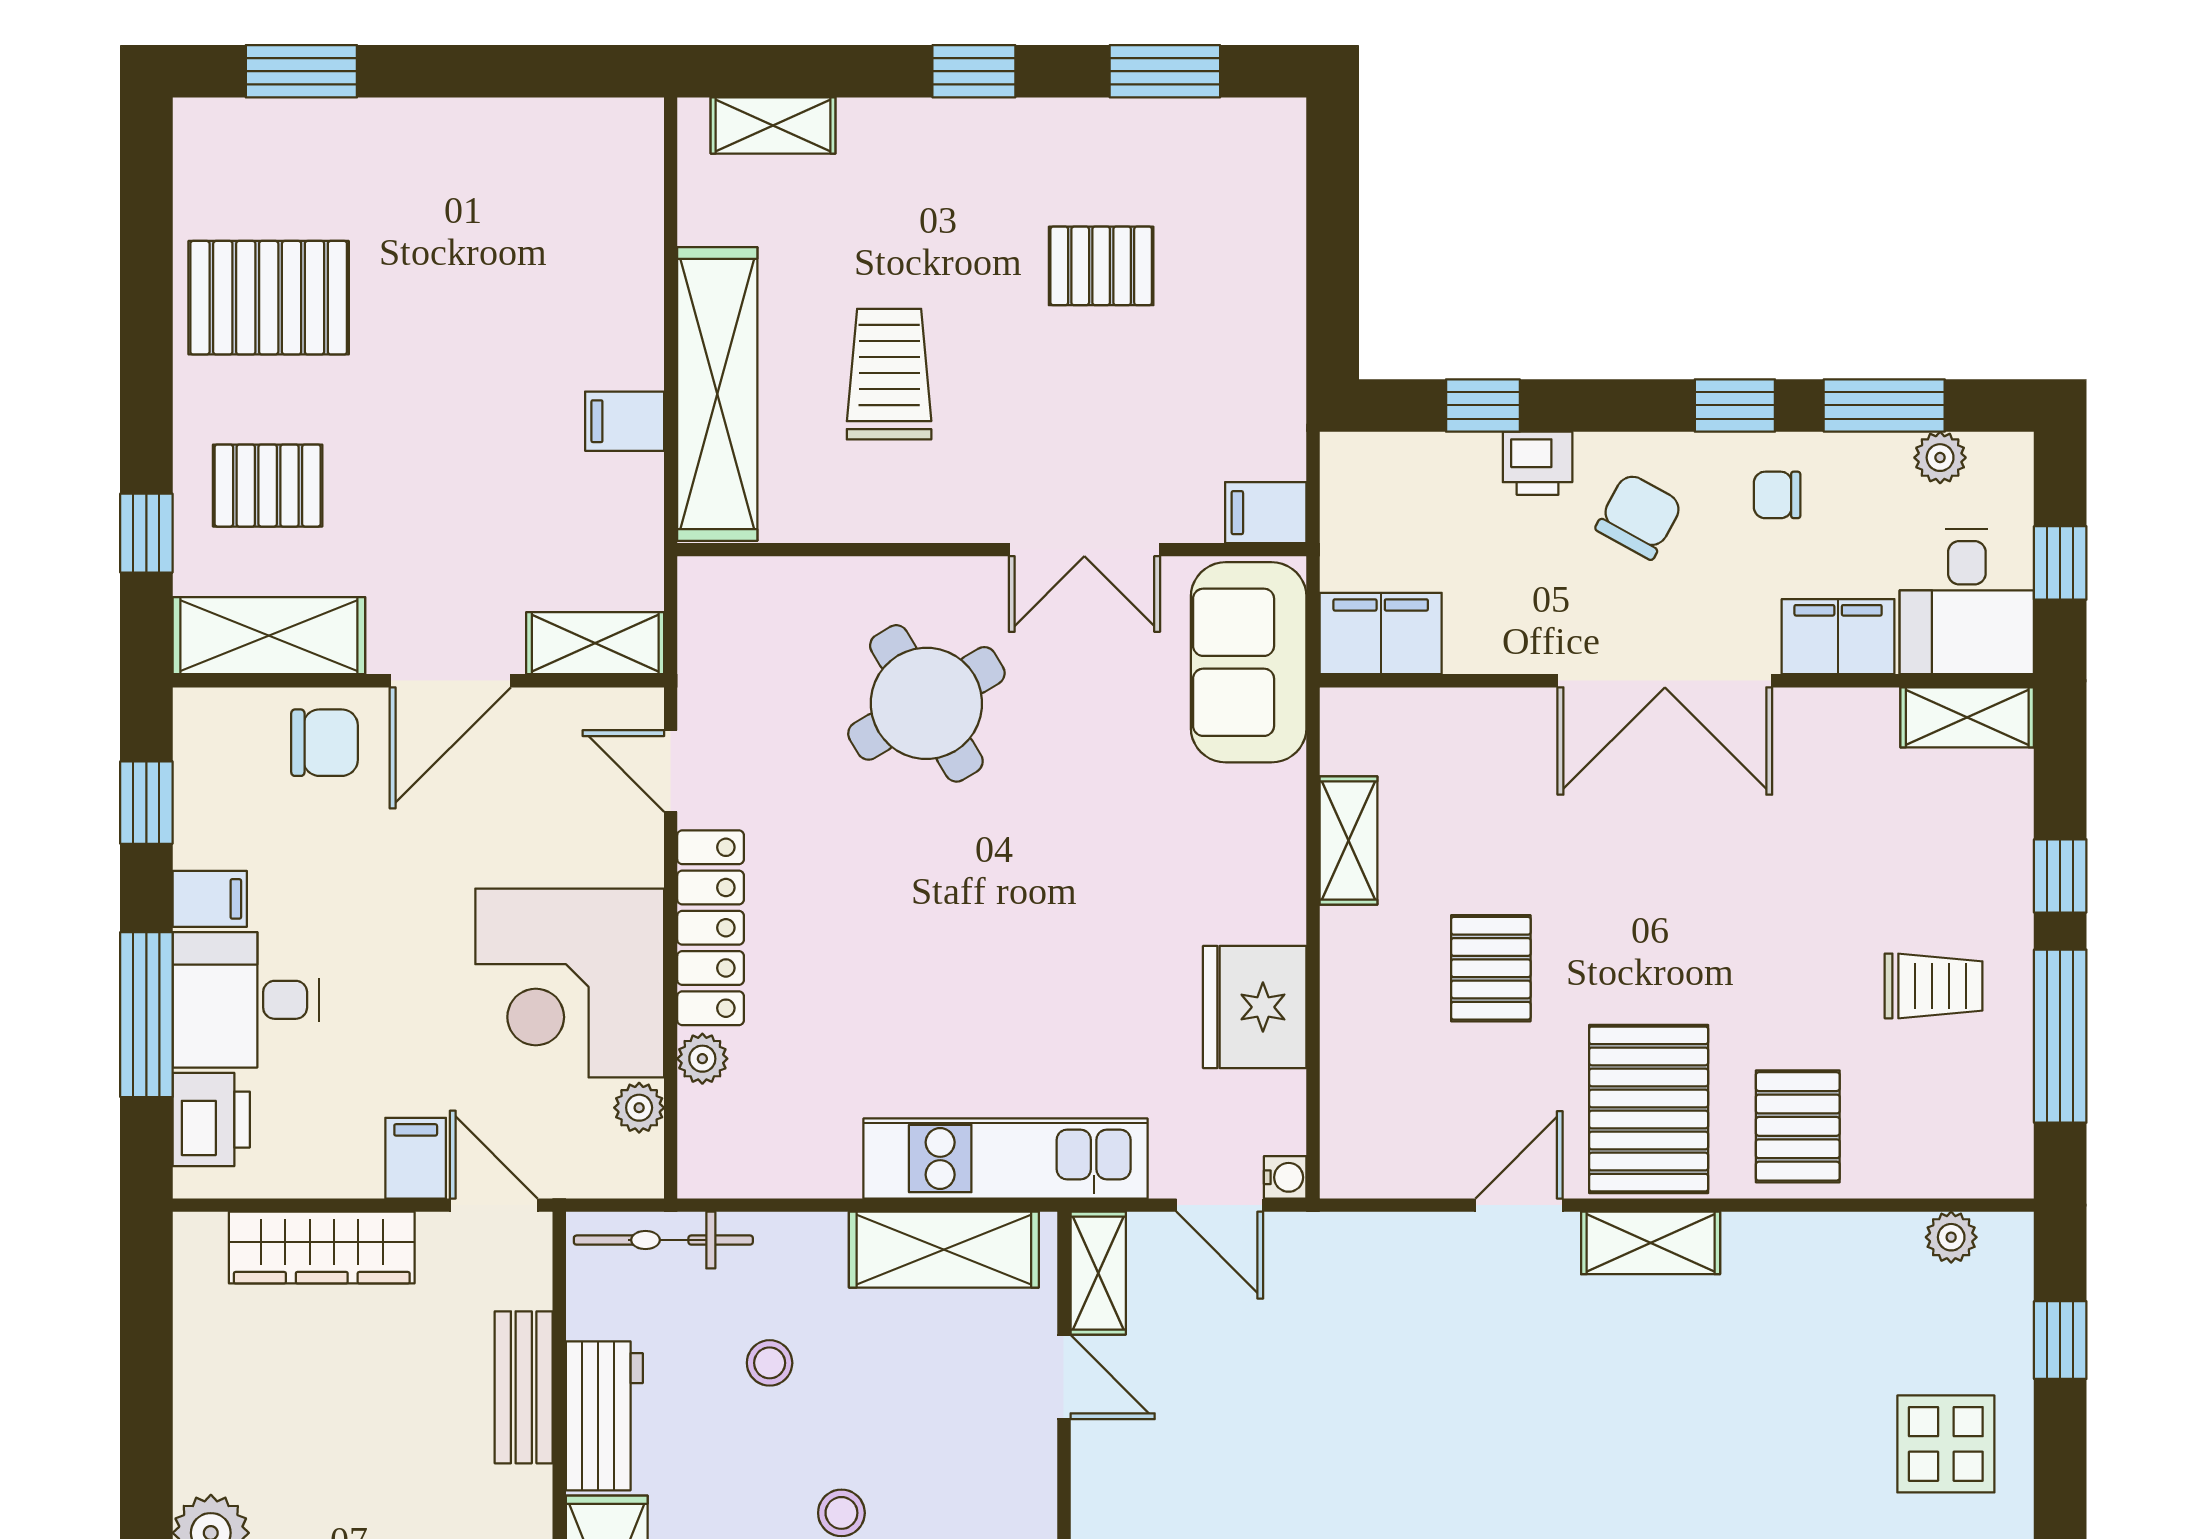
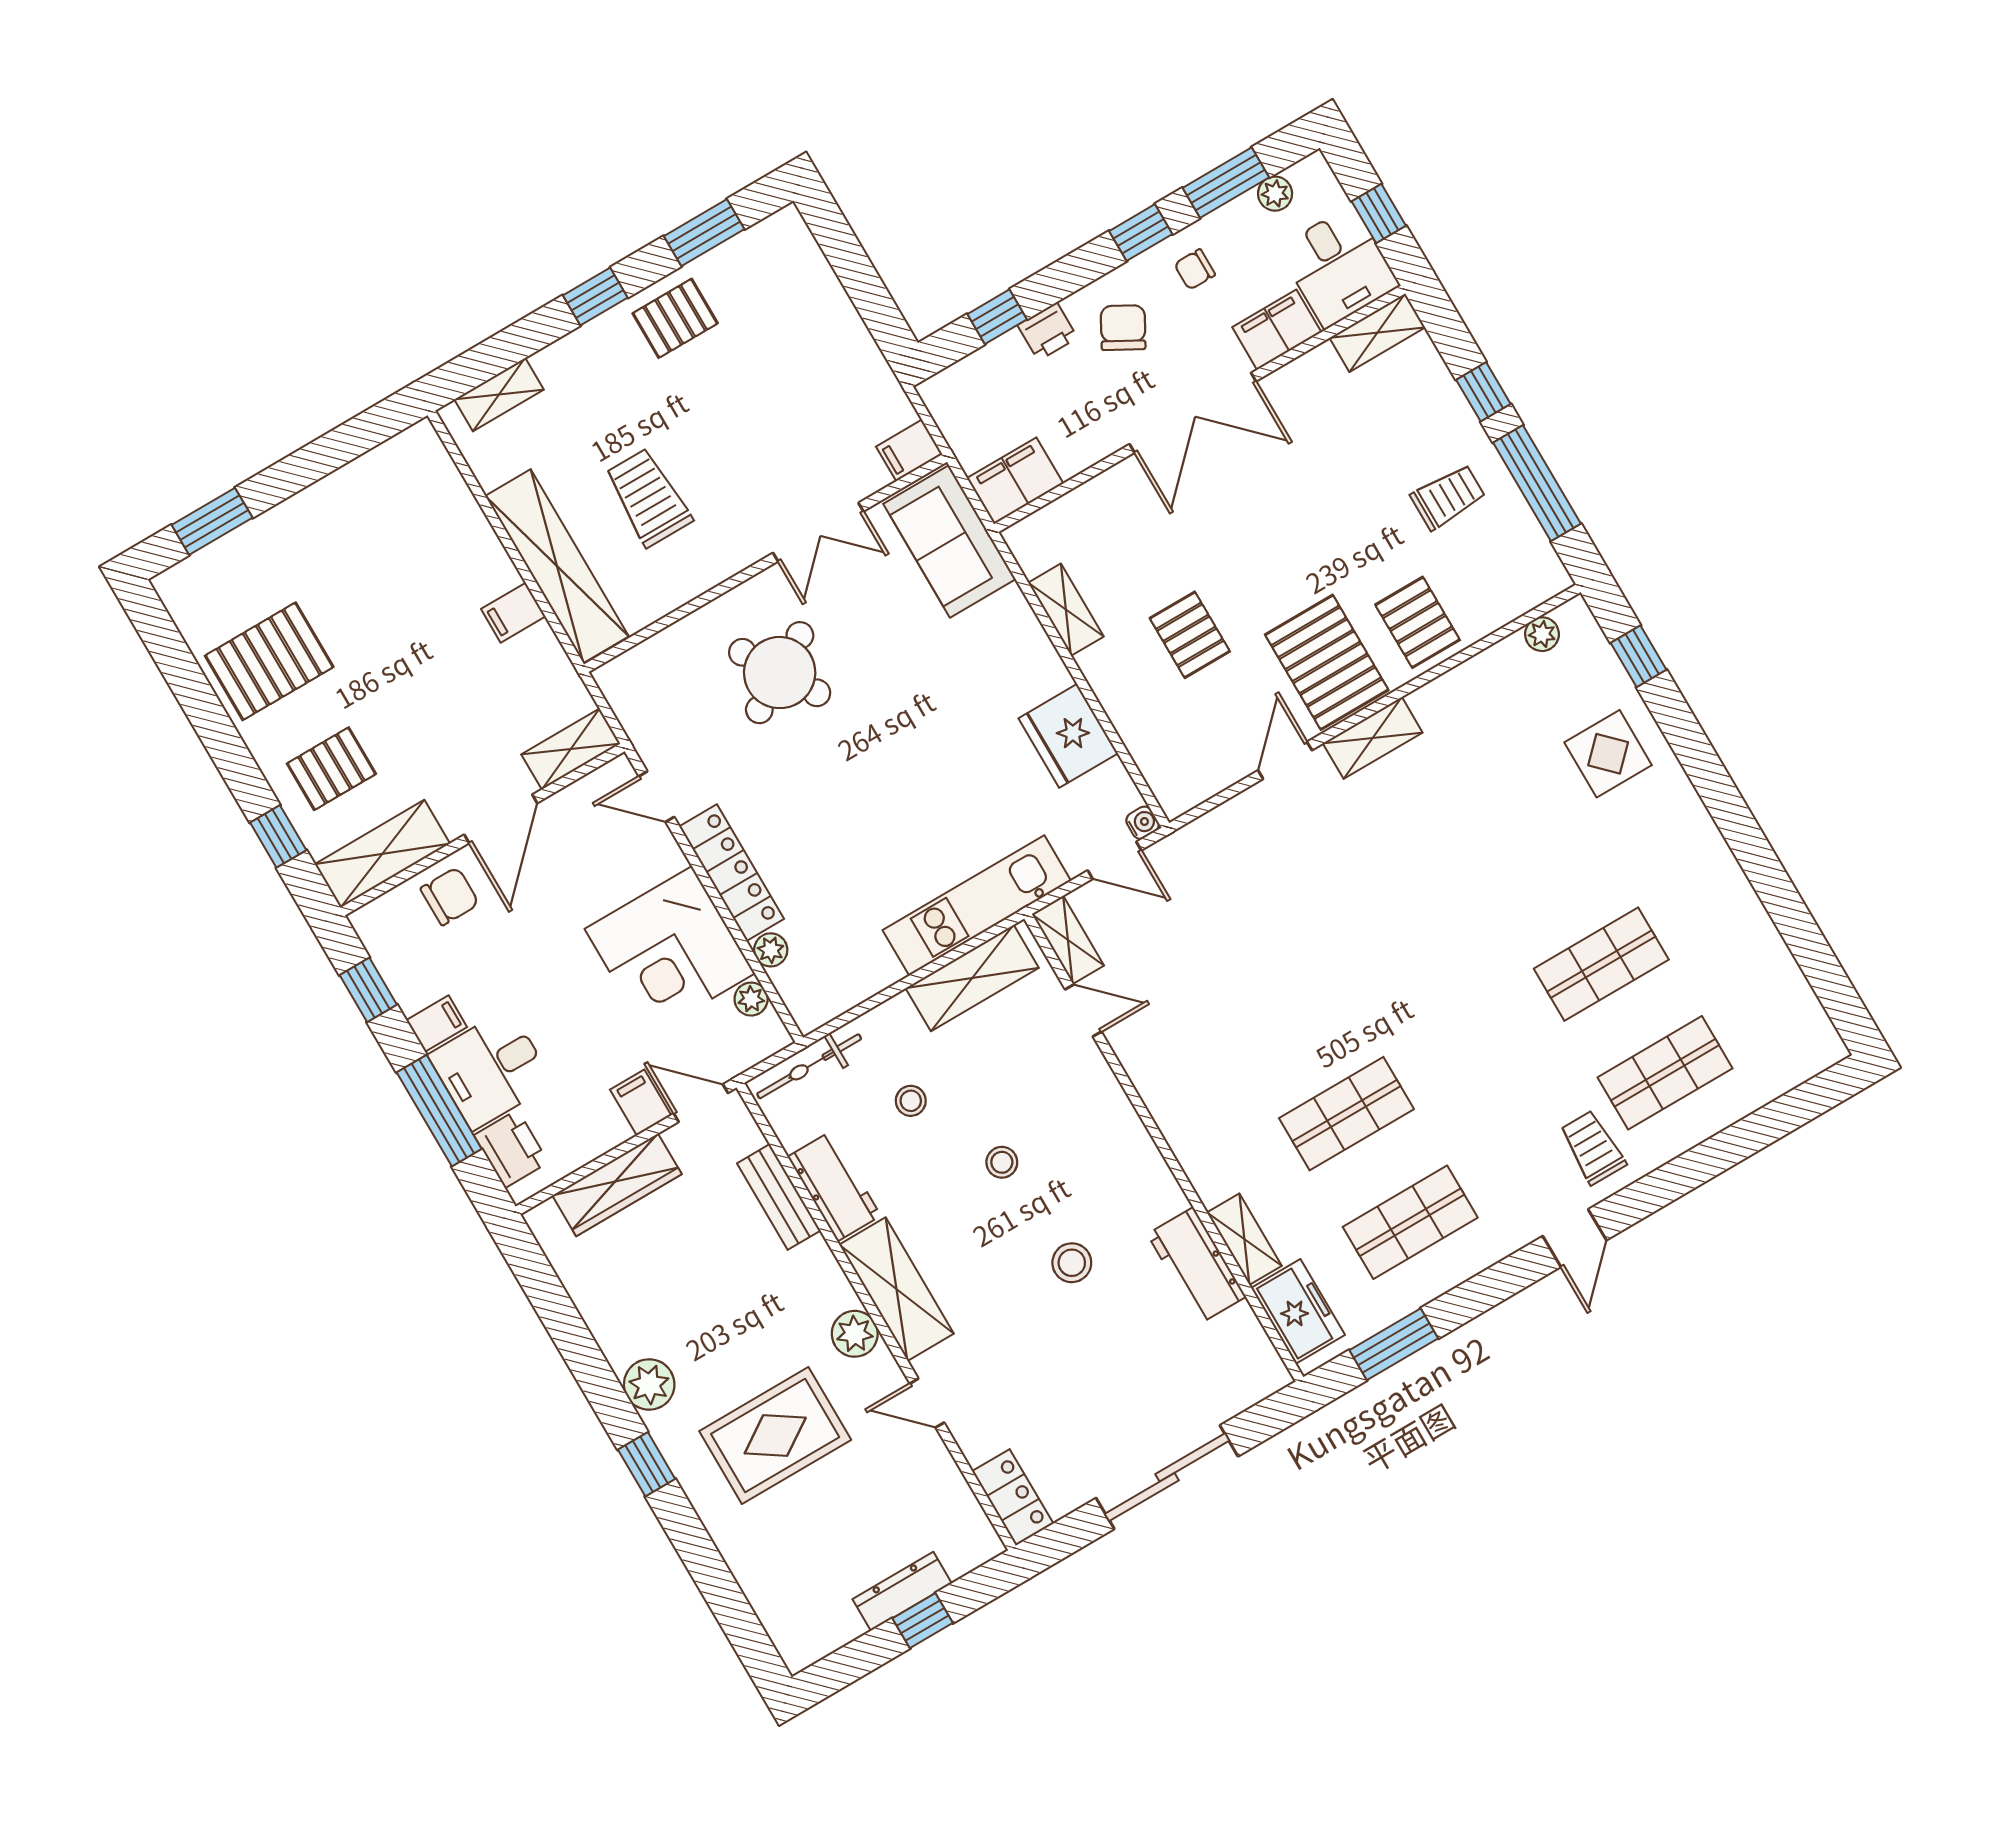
pallet: (1101, 266) -> (675, 318), moved

